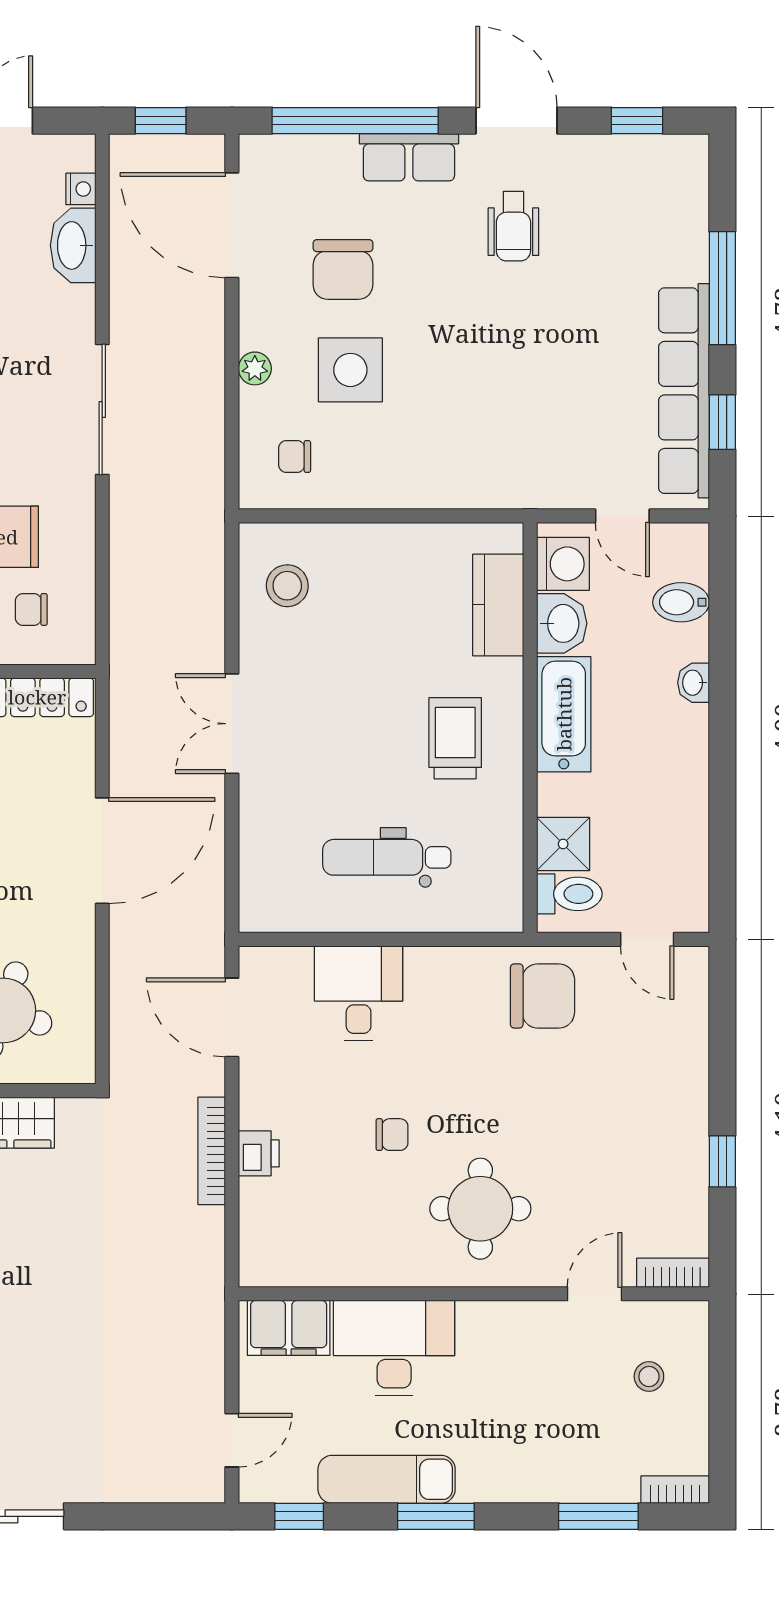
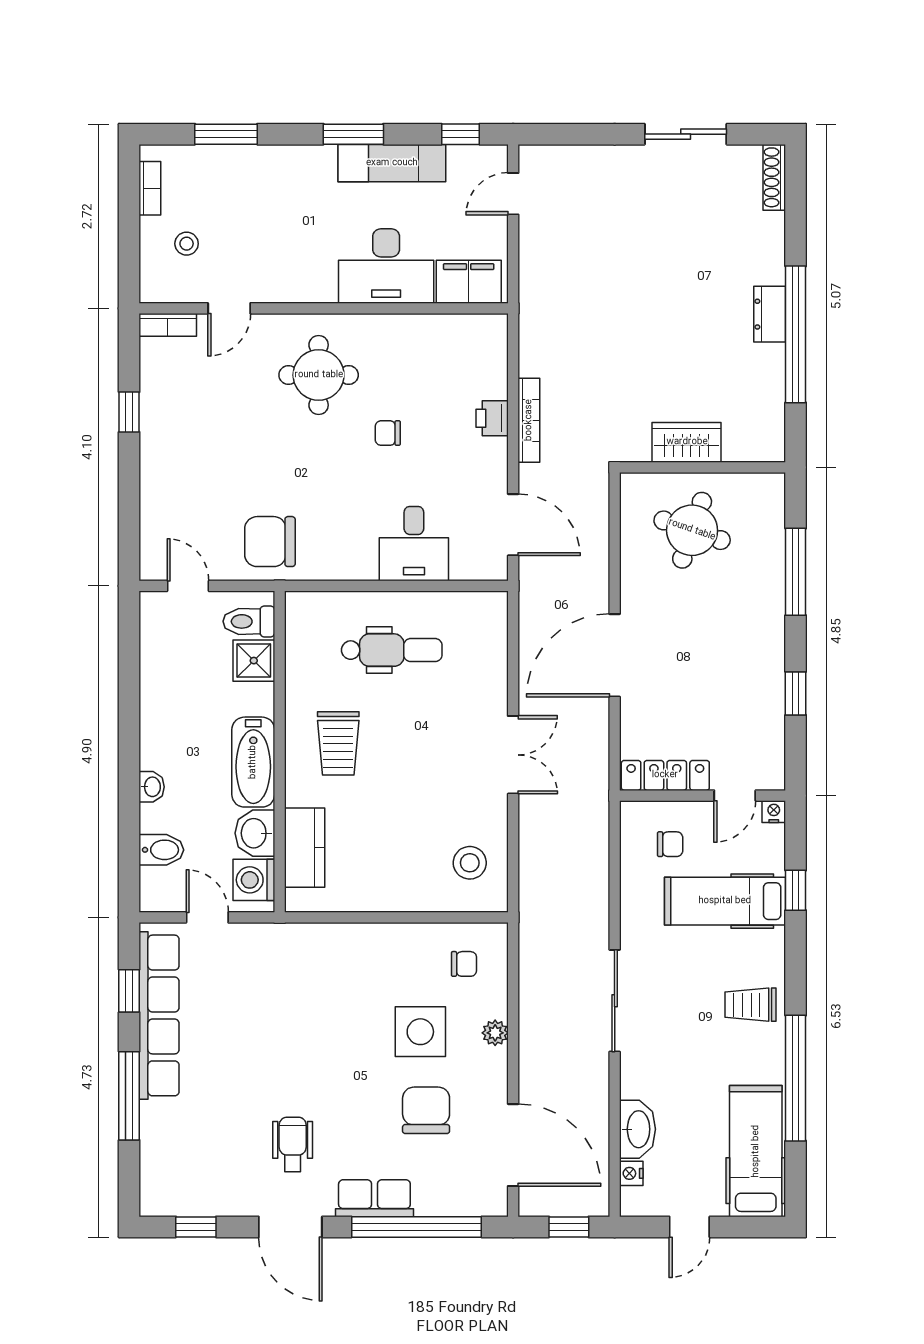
bookcase: (675, 1490) -> (150, 188), moved, turned -90

